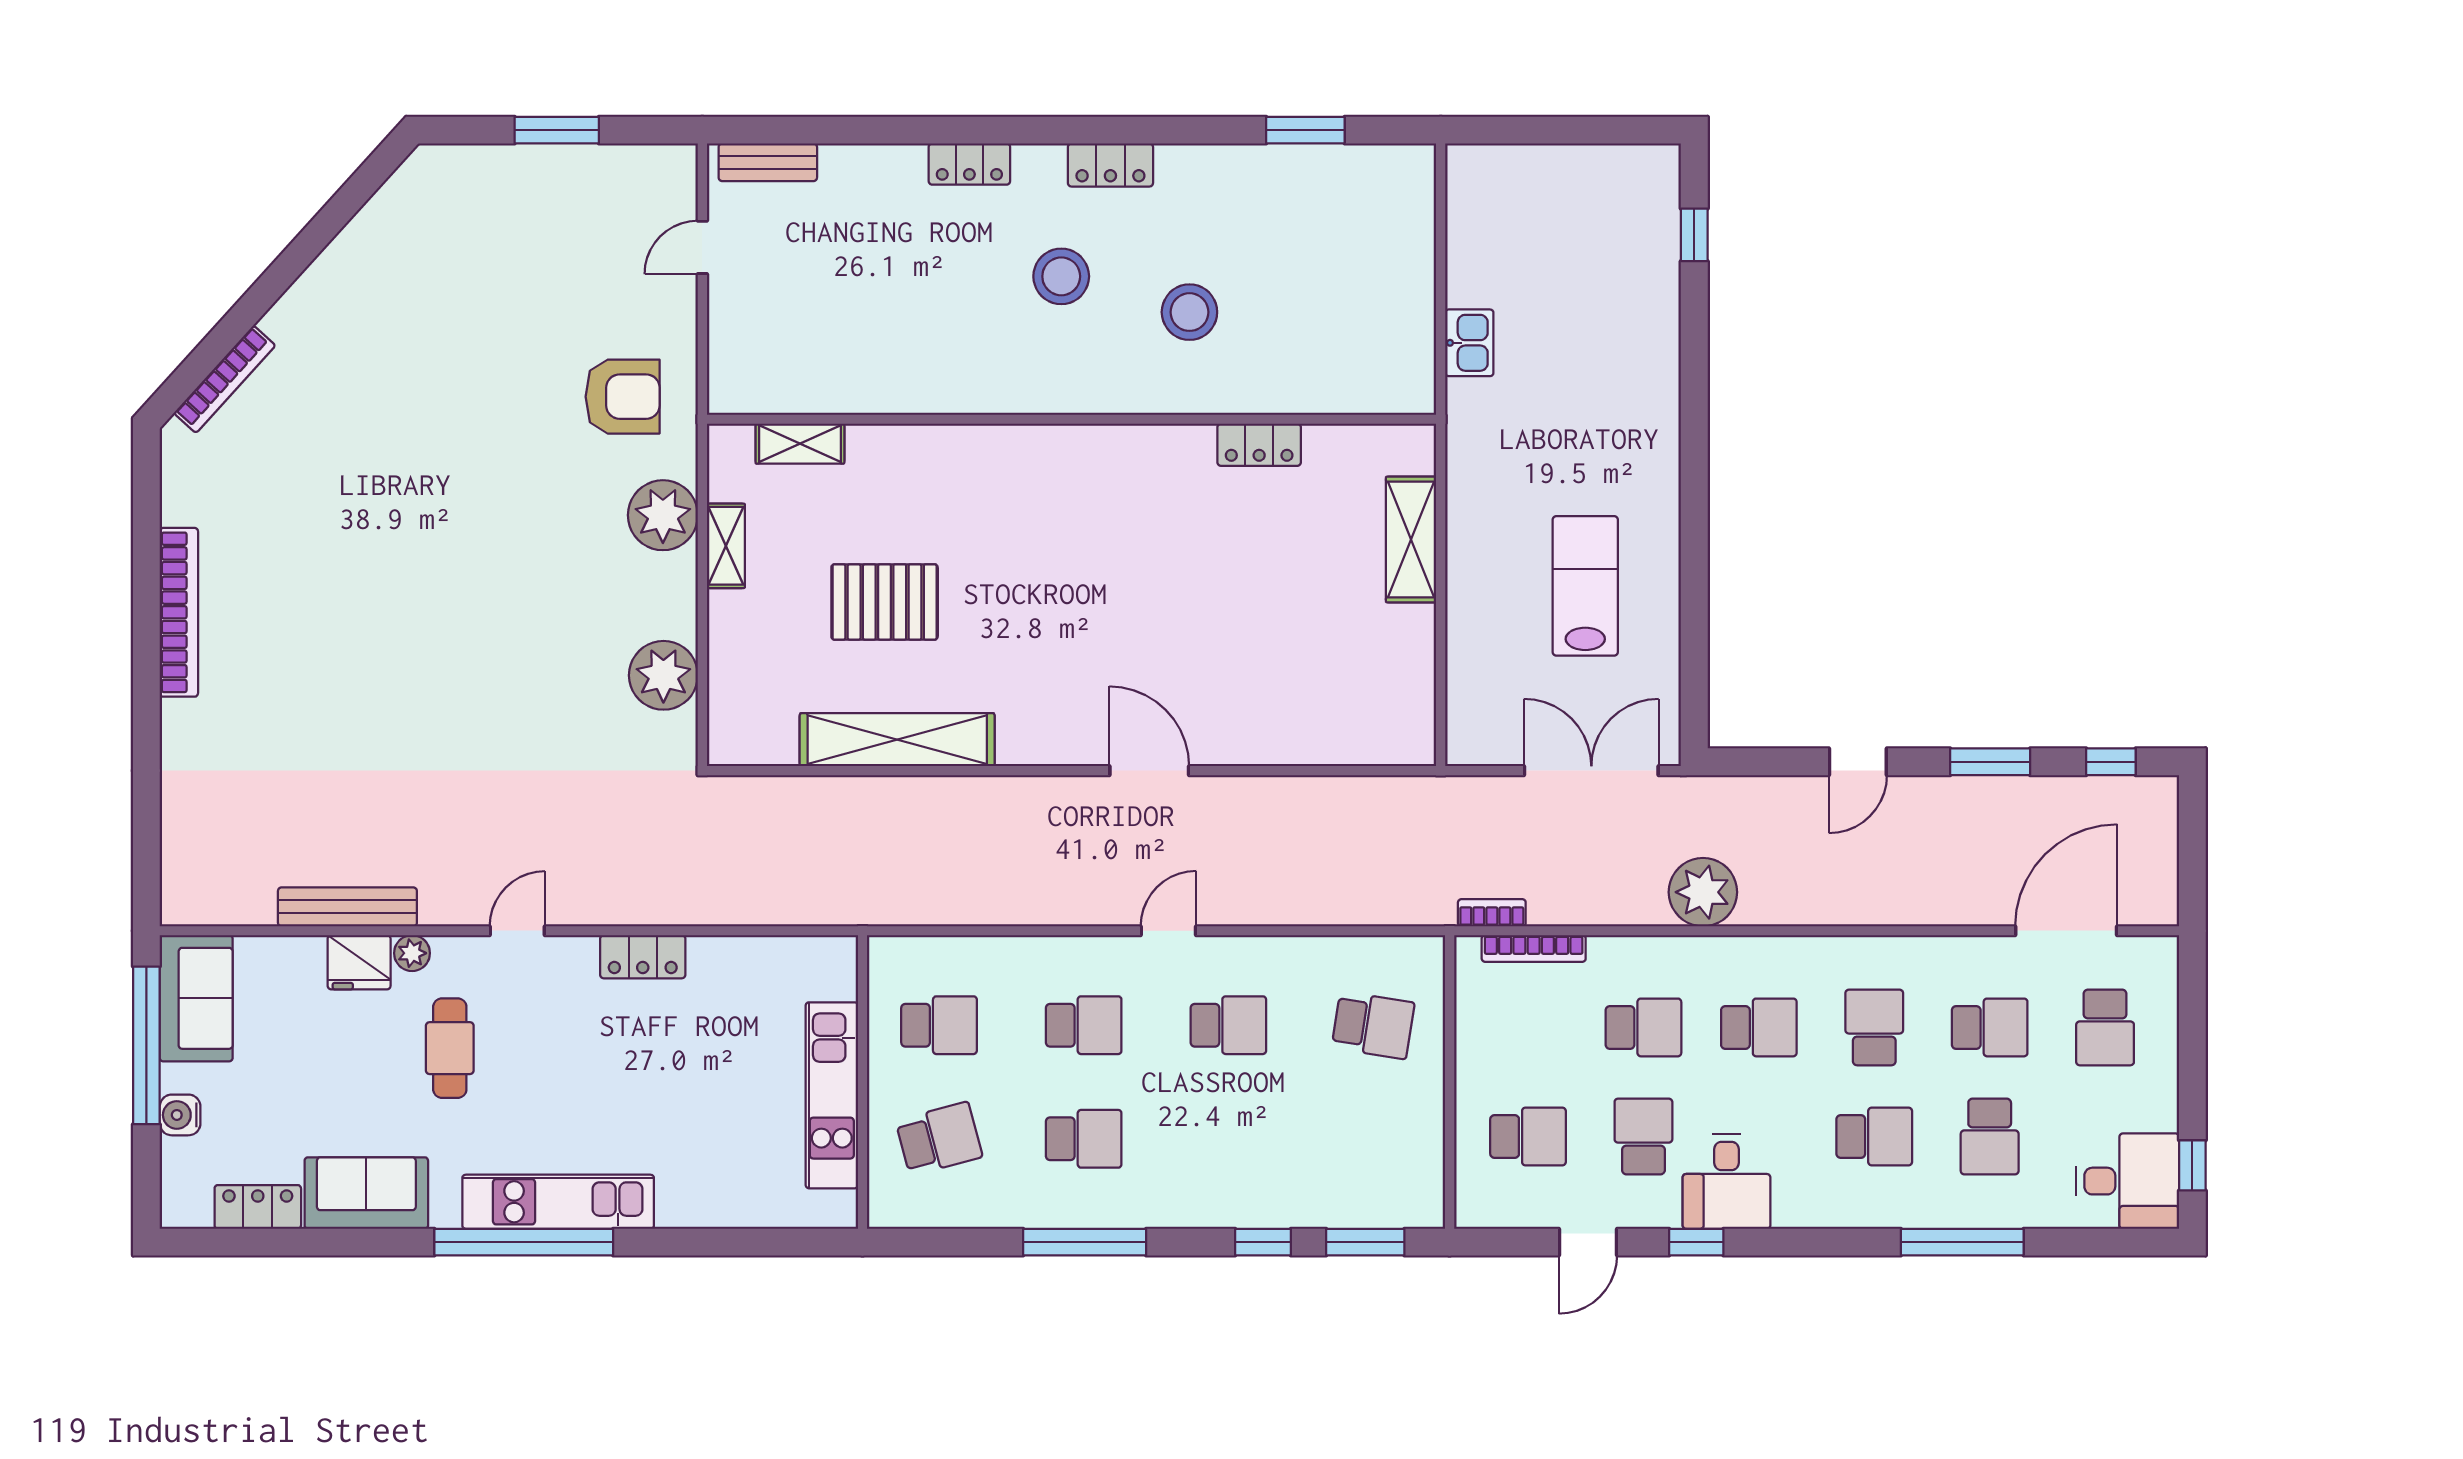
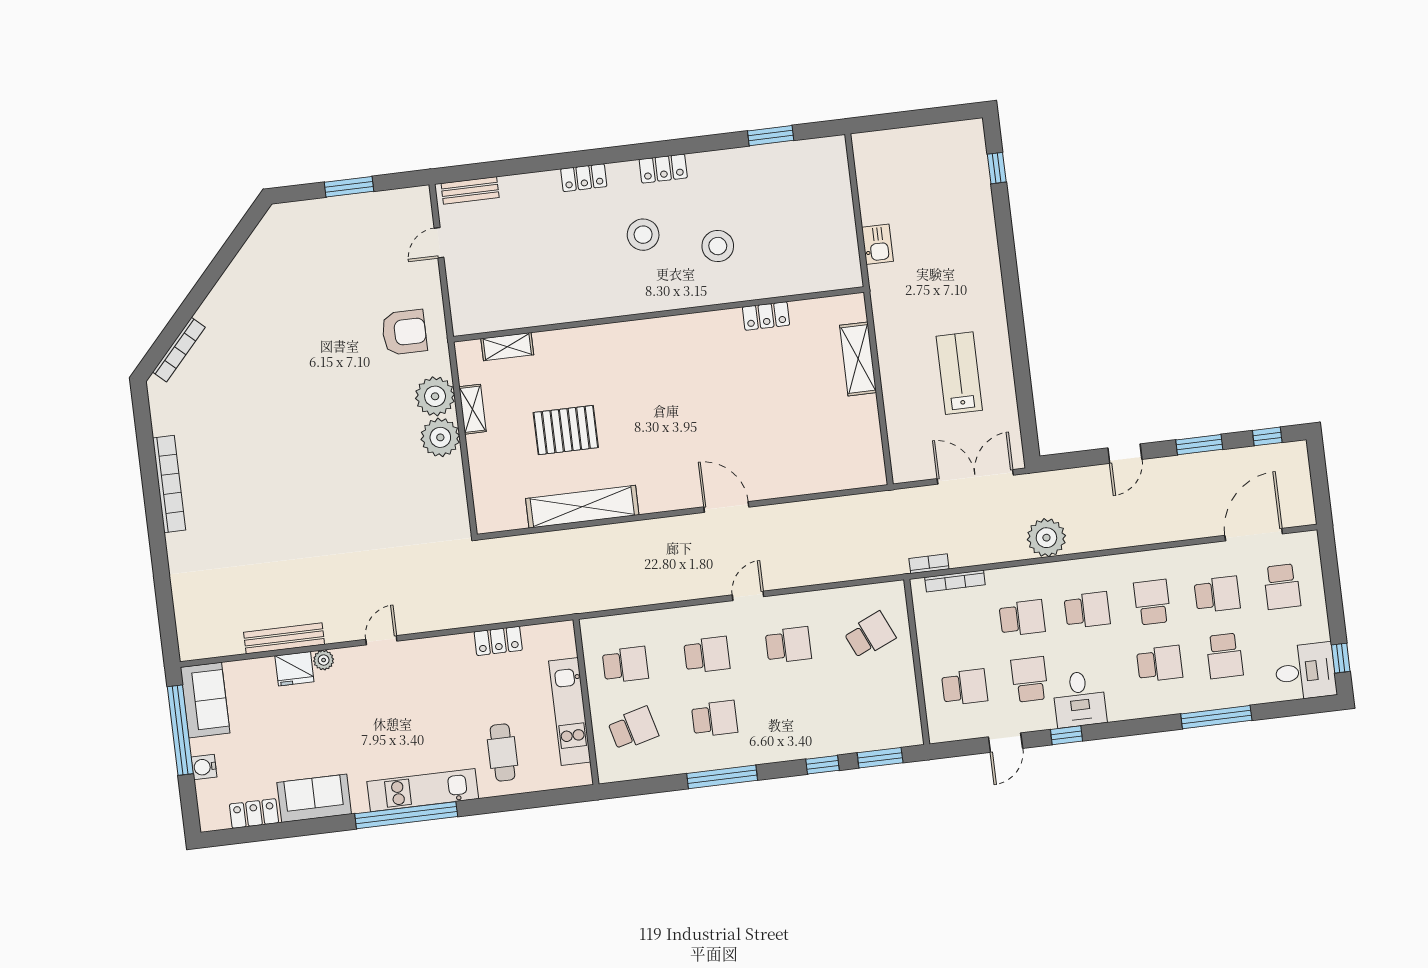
plant: (663, 675) -> (440, 437), moved
locker: (643, 957) -> (498, 641), moved
school desk: (1373, 1025) -> (870, 635), turned -33
cafe table: (450, 1048) -> (502, 752), moved

